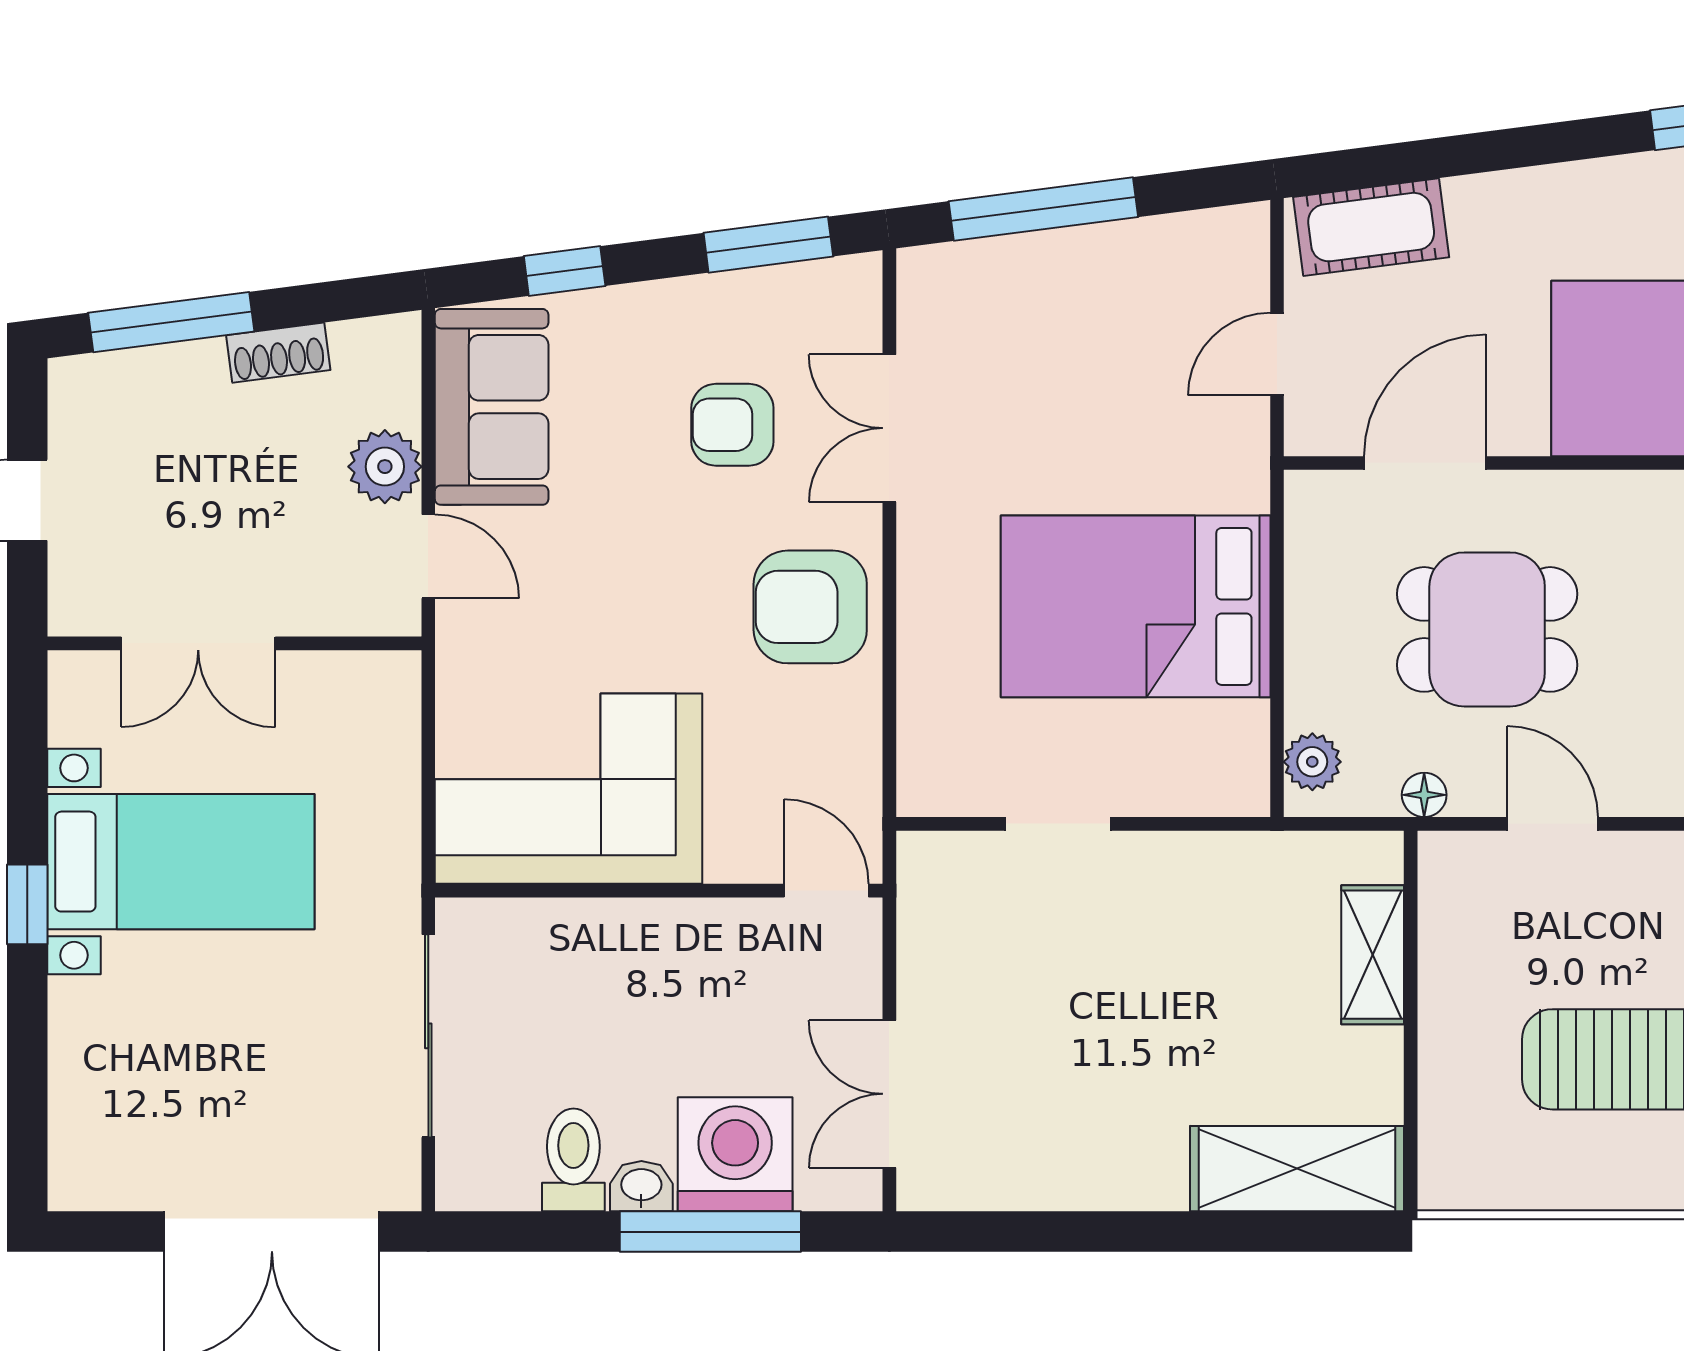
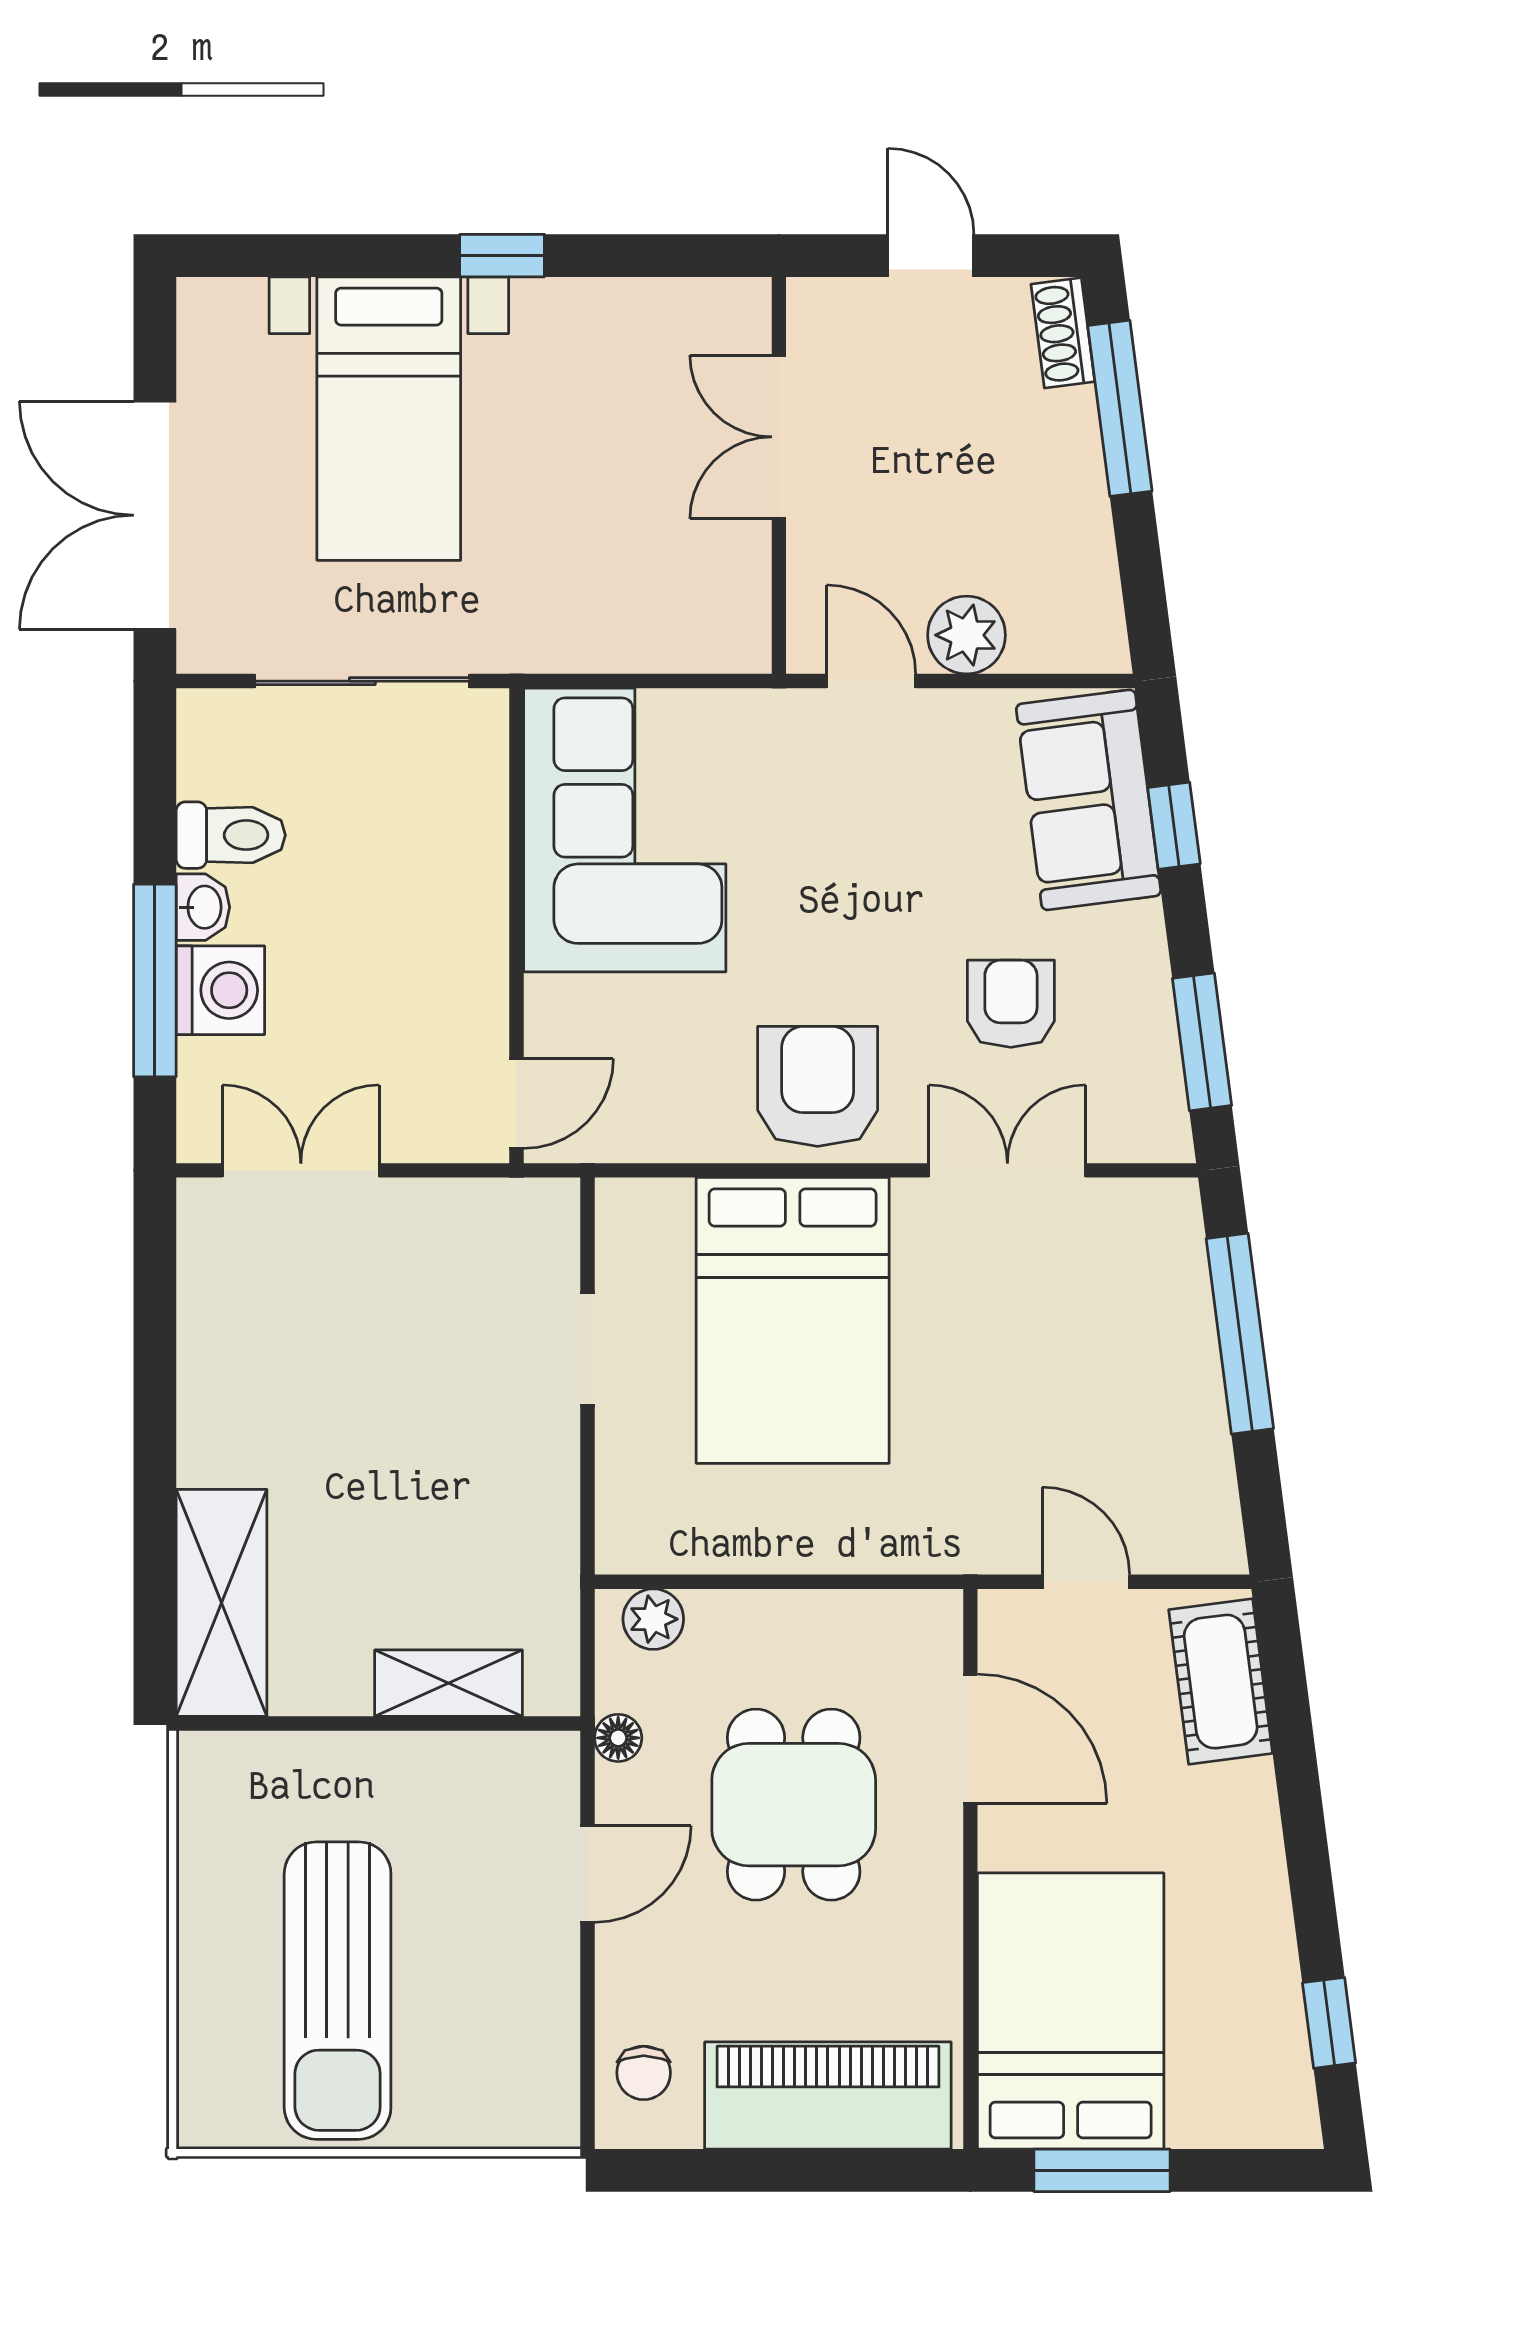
shoe rack: (278, 353) -> (1063, 333), moved
sofa: (492, 407) -> (1089, 800), moved, turned 83
door: (428, 556) -> (871, 681), swing flipped
bed: (1136, 606) -> (793, 1320), moved, turned 180
bed with nightstands: (181, 862) -> (389, 419), moved
washing machine: (735, 1154) -> (220, 990), width x0.73, depth x0.73

